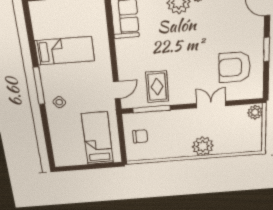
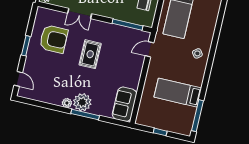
window: (39, 86) -> (197, 116), moved
rug: (157, 87) -> (90, 54), moved

